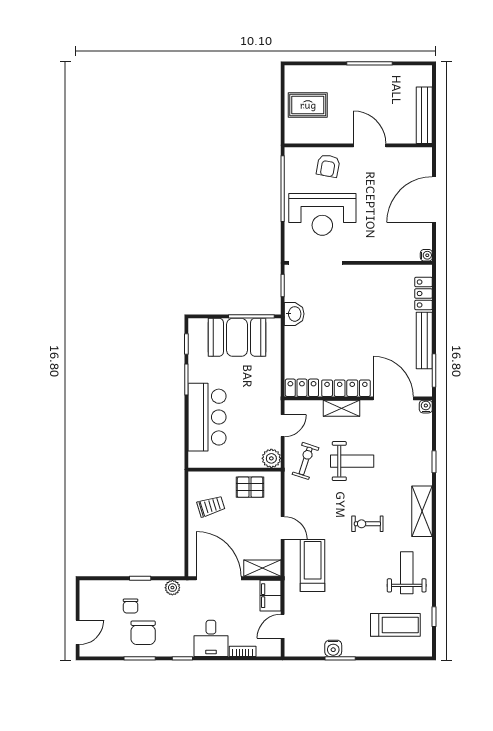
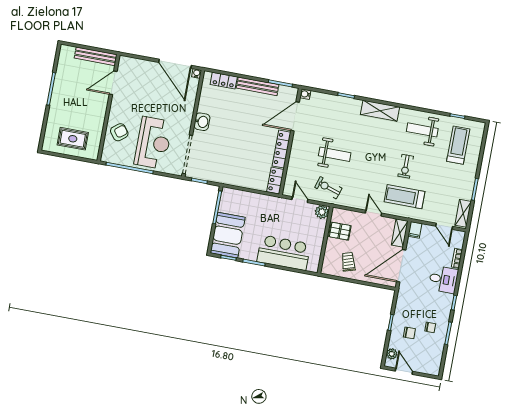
rug: (308, 105) -> (73, 139), turned 90
door: (370, 145) -> (113, 83), moved
armchair: (328, 166) -> (119, 132), turned -48
door: (434, 200) -> (175, 64), moved
washbasin: (294, 314) -> (202, 122), moved, turned 90
booth: (237, 337) -> (228, 235), moved
shelving: (341, 408) -> (463, 213), moved
weight bench: (352, 461) -> (335, 154), turned 90
pallet: (250, 487) -> (340, 231), turned 90
exercise bike: (367, 524) -> (406, 166), moved
door: (283, 528) -> (373, 213), hinge flipped
plant: (172, 588) -> (392, 354), moved
filing cabinet: (270, 596) -> (415, 230), width x0.50
door: (78, 632) -> (404, 371), moved
chair: (143, 633) -> (430, 327), width x0.54, depth x0.54
water cooler: (333, 648) -> (467, 193), removed

